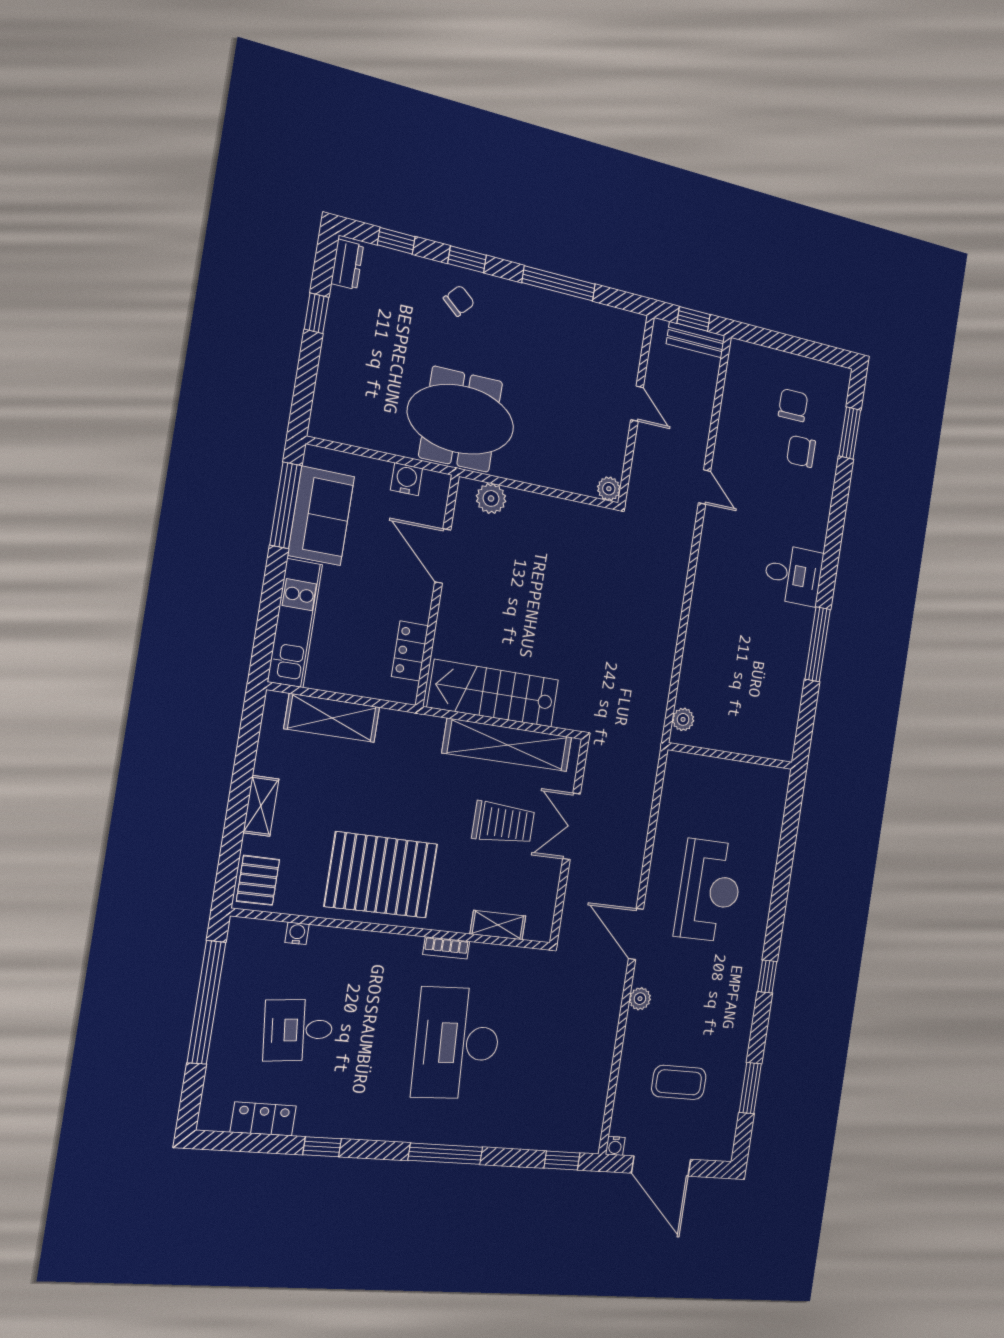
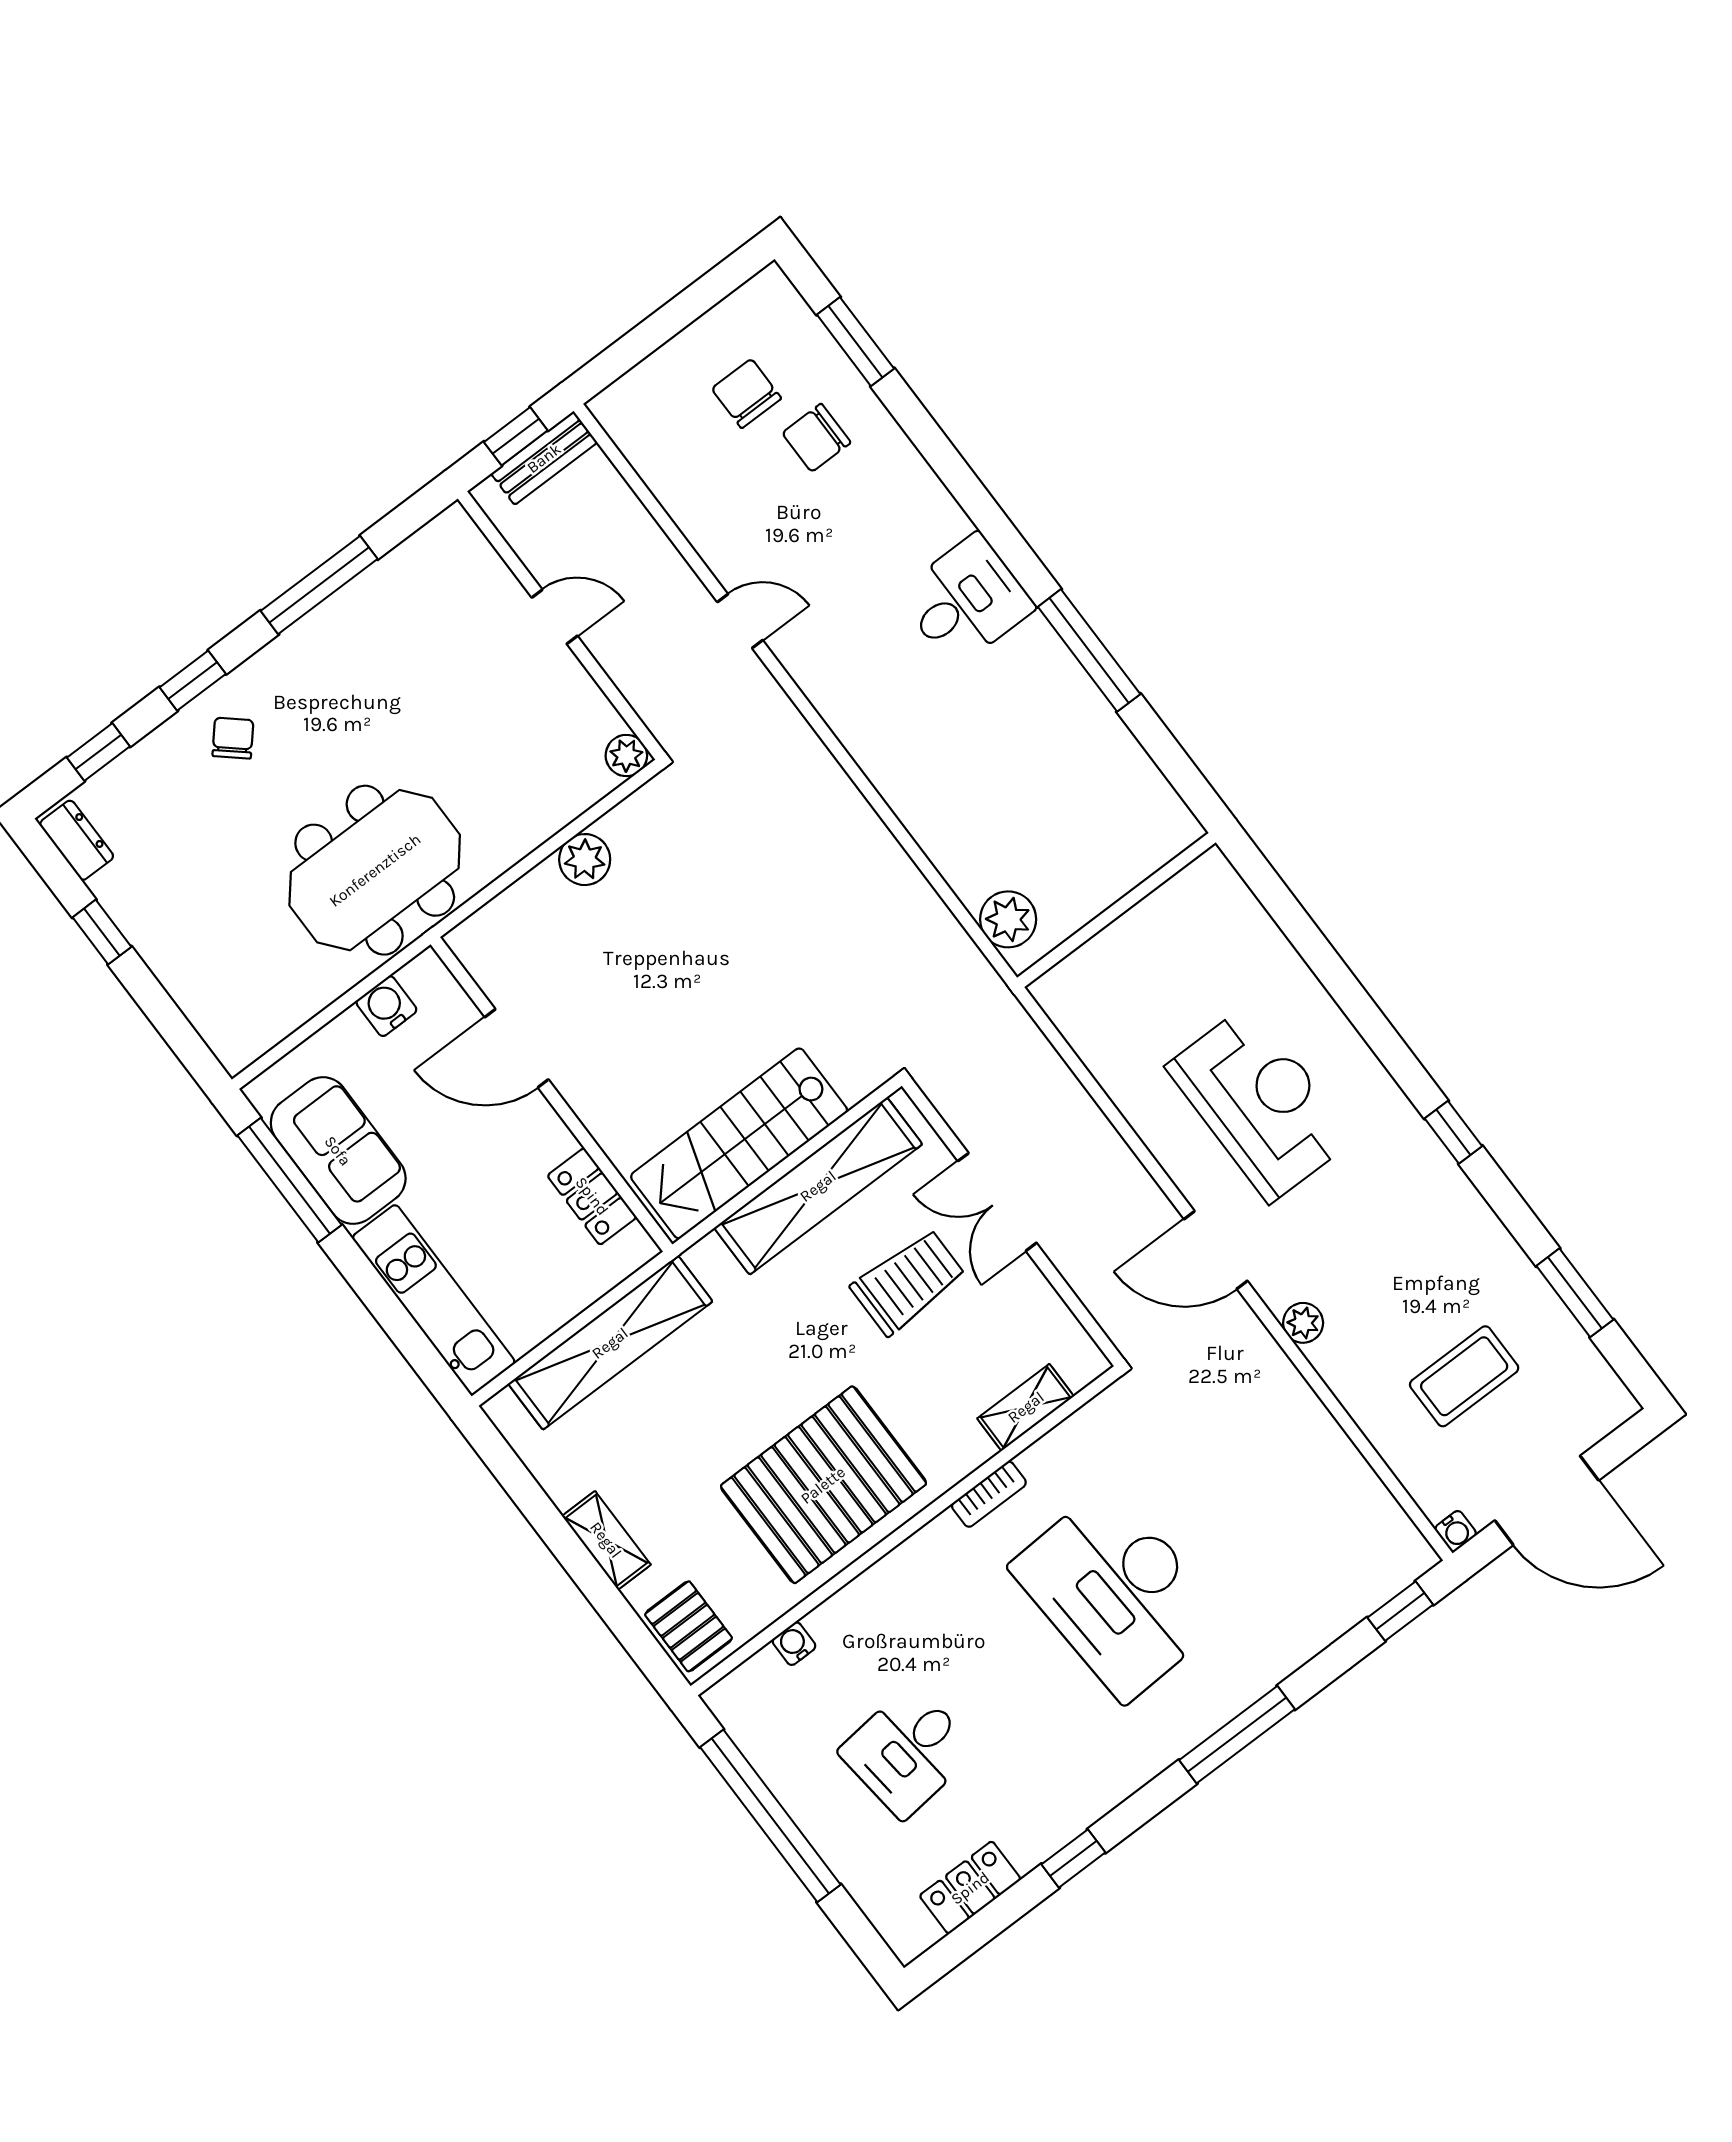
plant: (491, 498) -> (585, 860), moved
shelving: (332, 718) -> (610, 1343), width x1.47
plant: (683, 719) -> (1008, 919), width x1.38, depth x1.38

